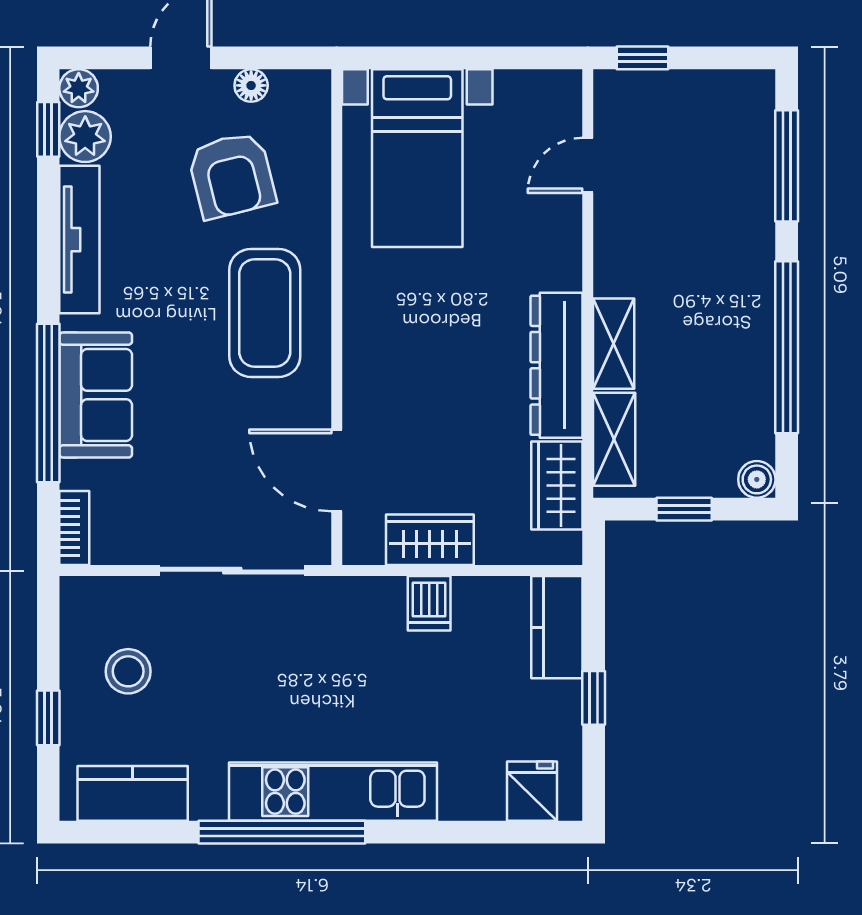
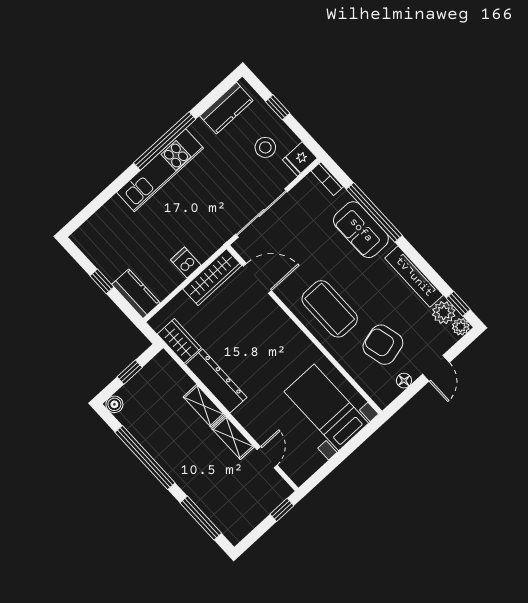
shelving: (614, 439) -> (233, 438), moved
wardrobe: (430, 540) -> (212, 277), width x1.50
fridge: (532, 791) -> (300, 159), moved, turned 90

